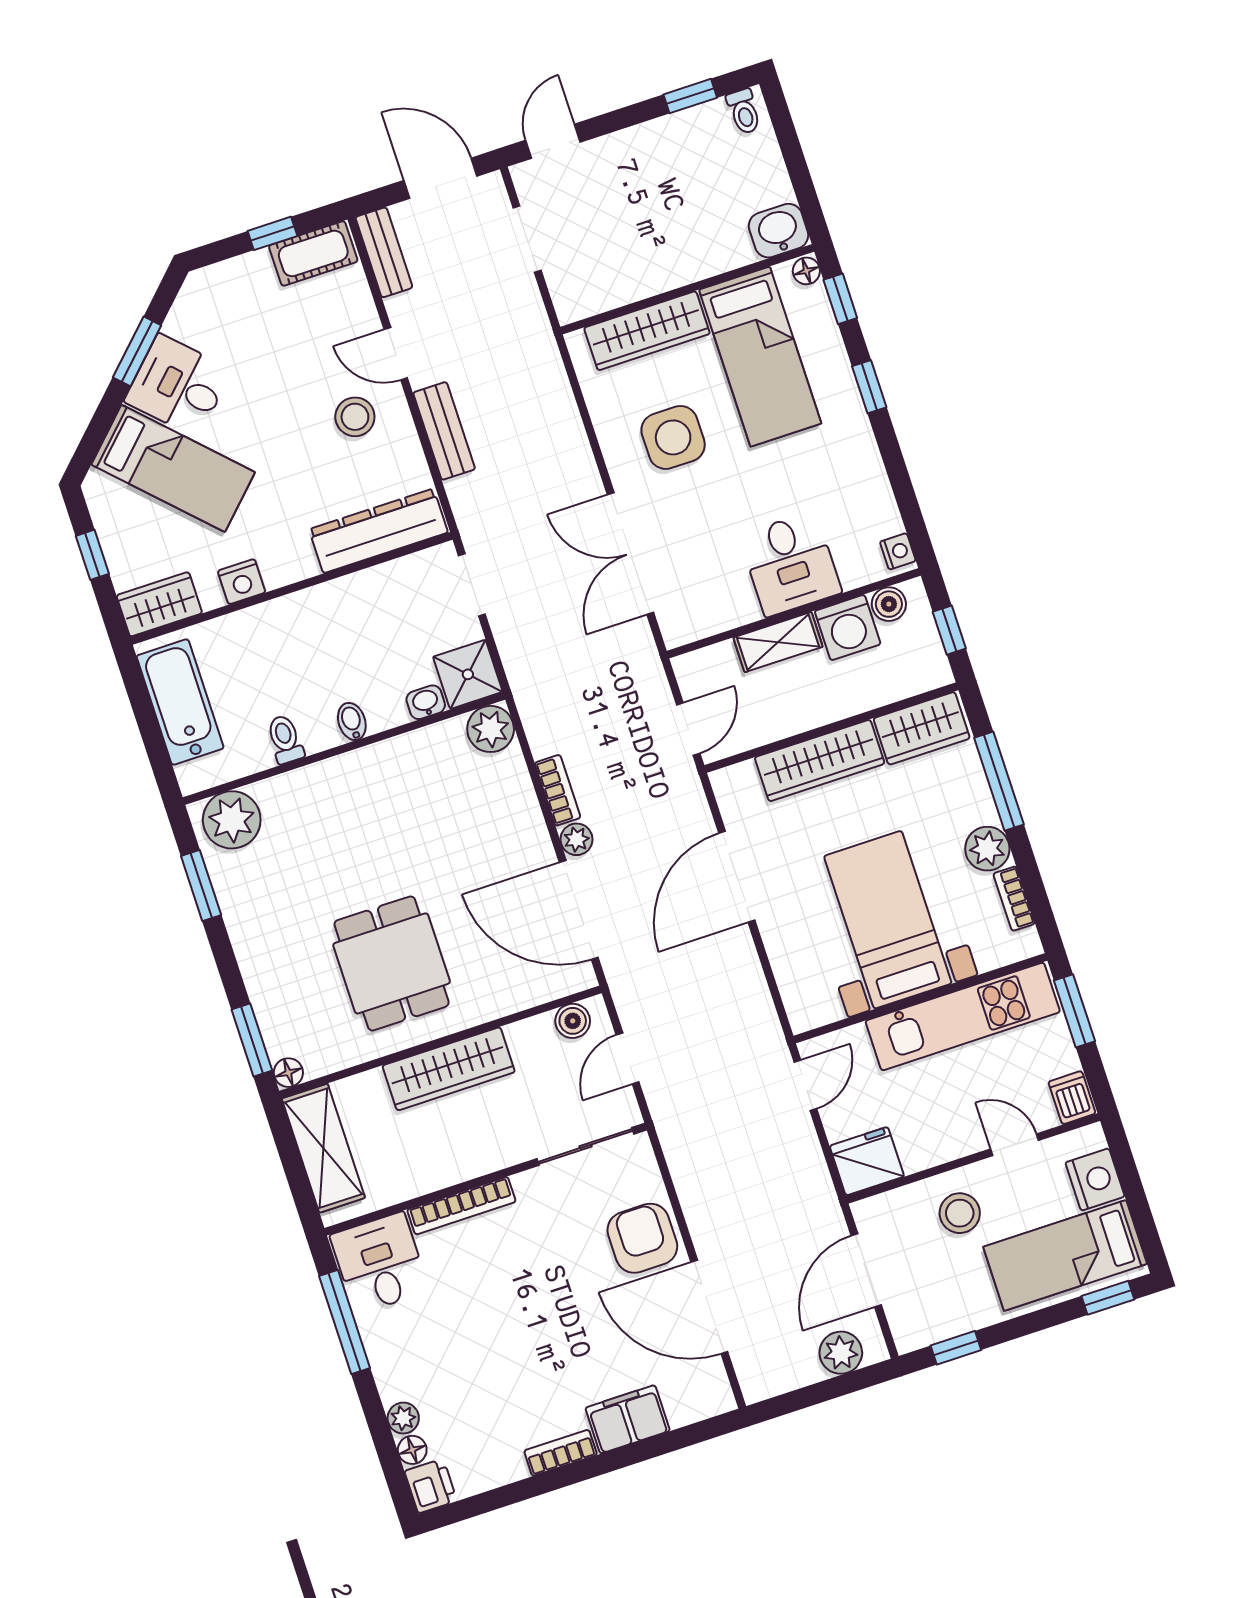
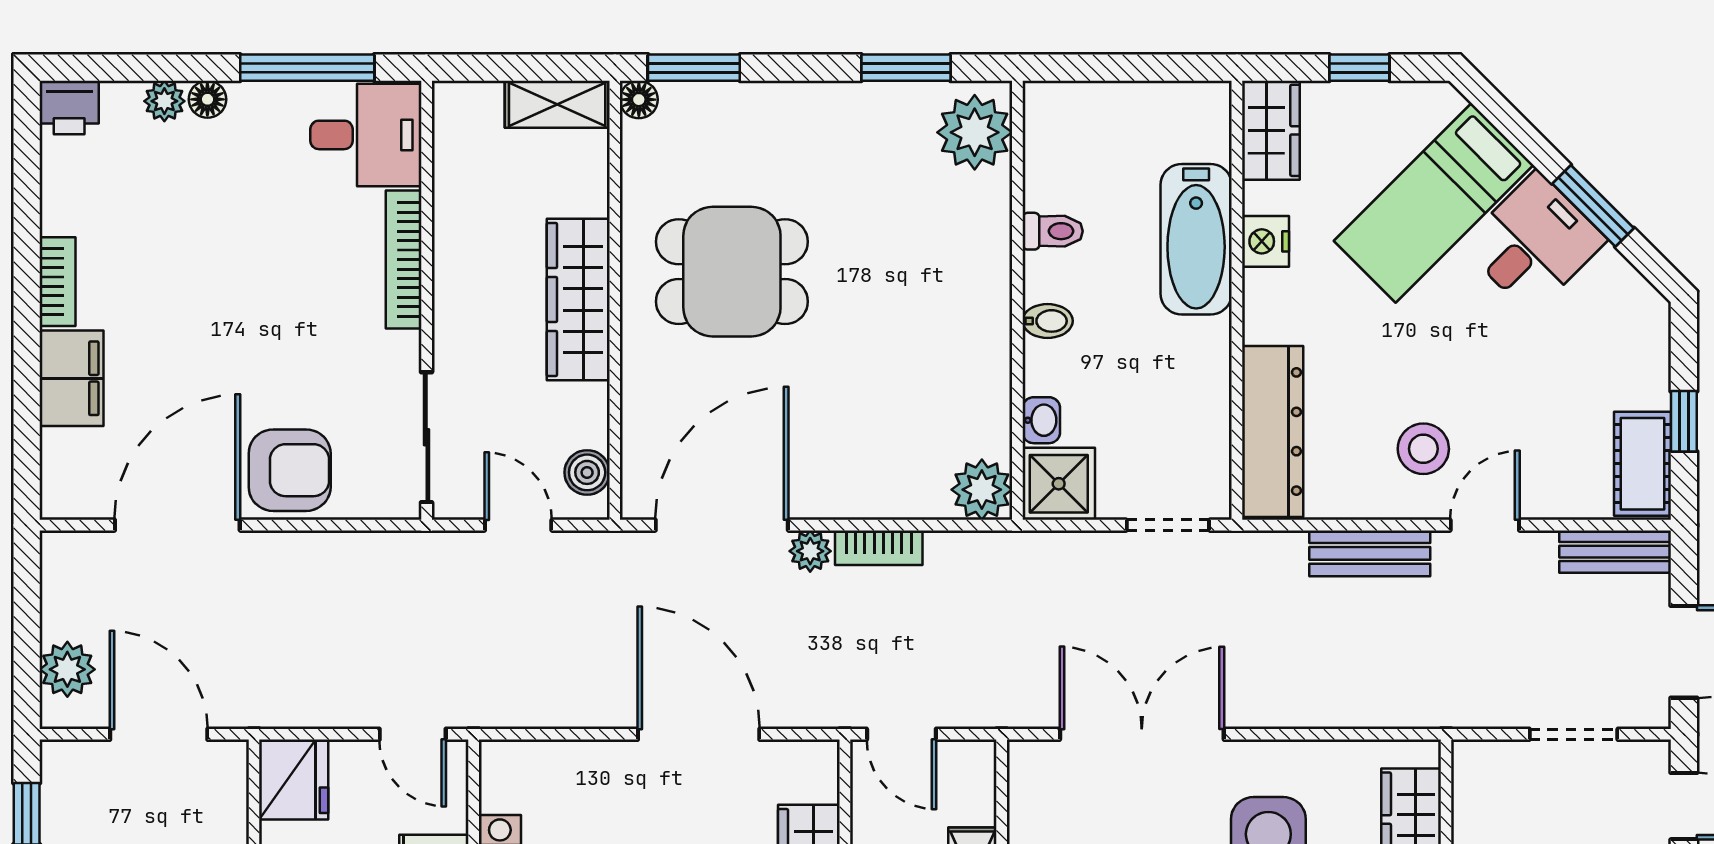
bathtub: (180, 702) -> (1196, 239), moved, turned 90
shelving: (323, 1148) -> (557, 104), width x0.67, depth x0.75
floor lamp: (412, 1450) -> (207, 99), moved

